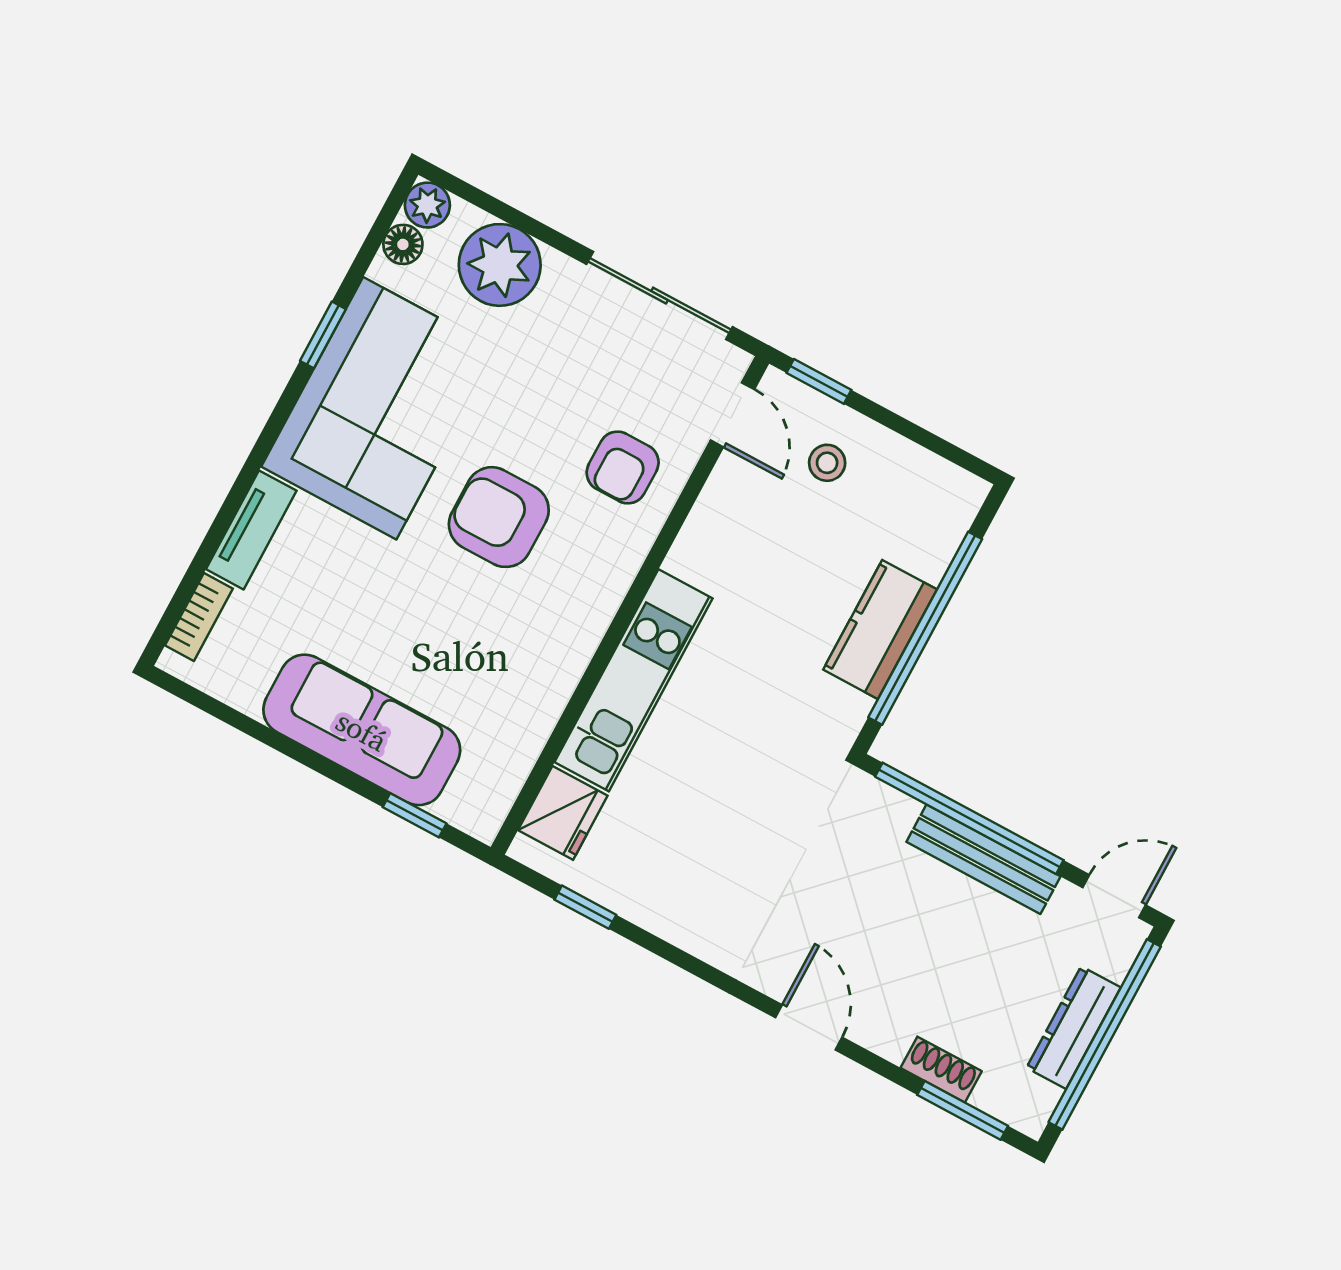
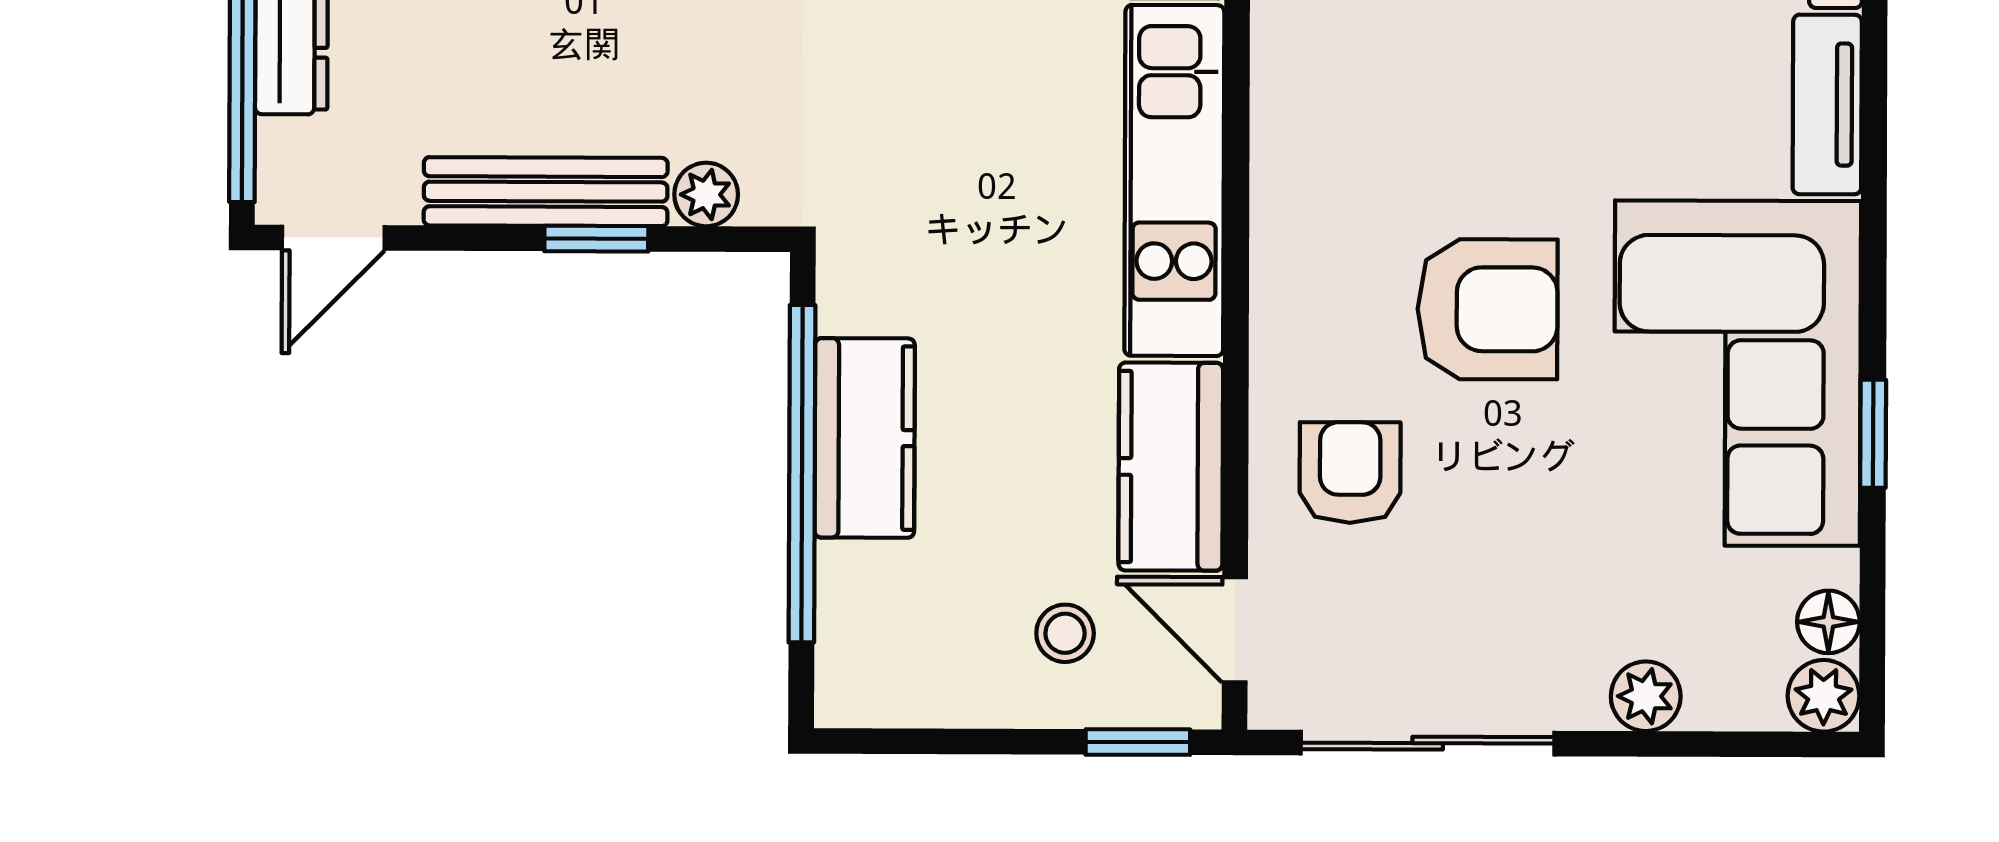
plant: (500, 265) -> (1646, 696), width x0.53, depth x0.53
kitchen counter: (720, 524) -> (1171, 467), added
plant: (896, 810) -> (706, 194), added
window: (969, 818) -> (596, 239), width x0.32

